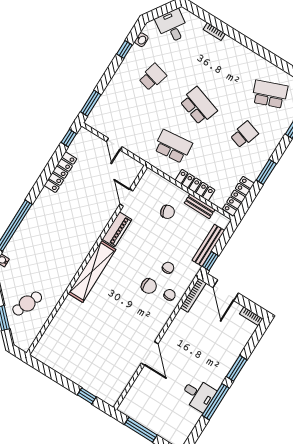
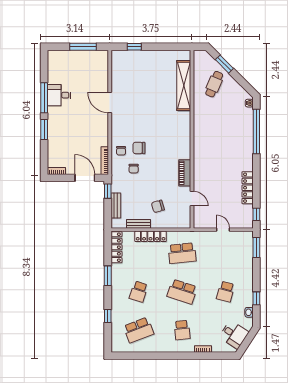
school desk: (224, 65) -> (182, 330), added
bench: (208, 245) -> (116, 206), width x0.73
shelving: (92, 271) -> (184, 86), moved

